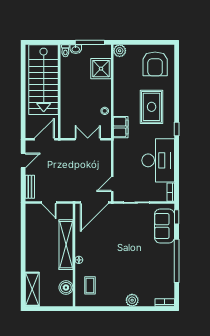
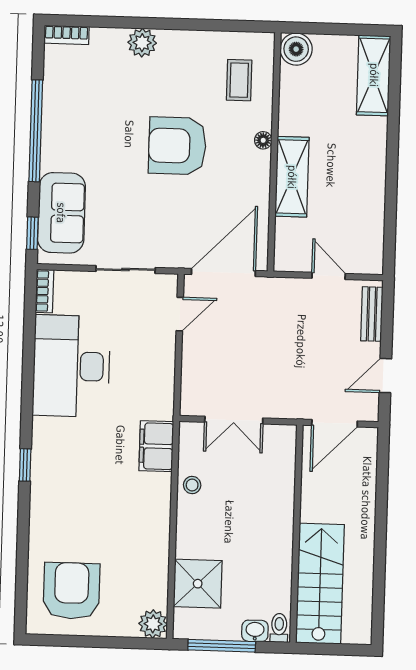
stairs: (44, 80) -> (320, 584), width x0.73, depth x0.66
rug: (152, 107) -> (83, 491), removed
window: (177, 129) -> (25, 465), moved
shelving: (66, 245) -> (292, 177), width x0.68
armchair: (116, 256) -> (177, 146), added
boiler: (66, 288) -> (296, 49), moved

